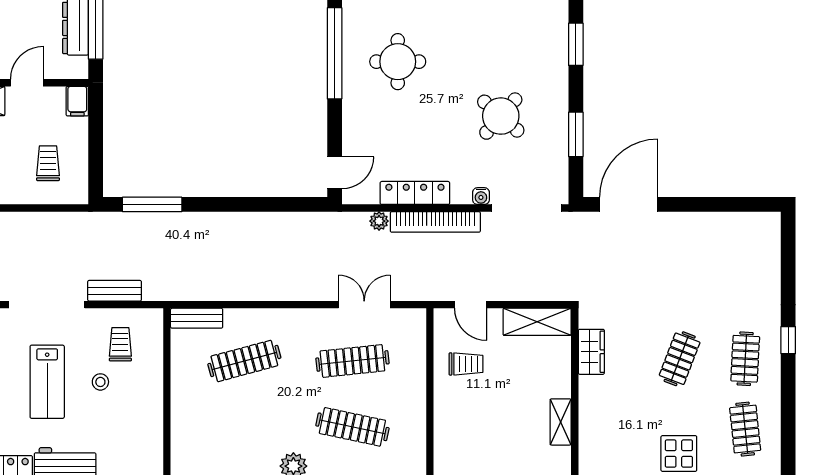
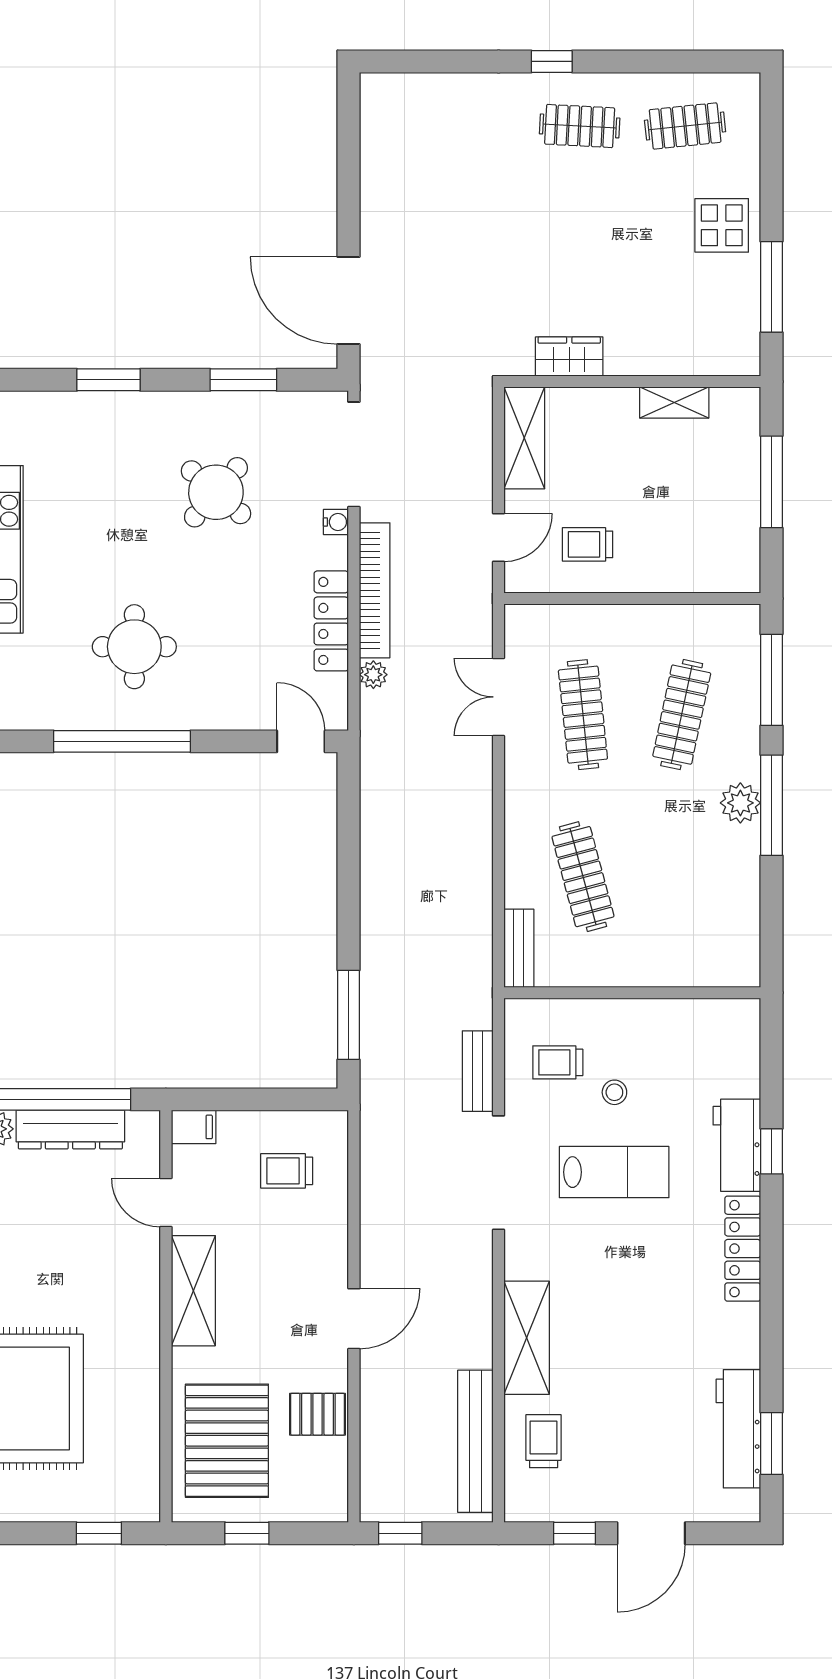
clothes rail: (680, 359) -> (580, 224), removed
trolley: (466, 364) -> (587, 544), turned -90

